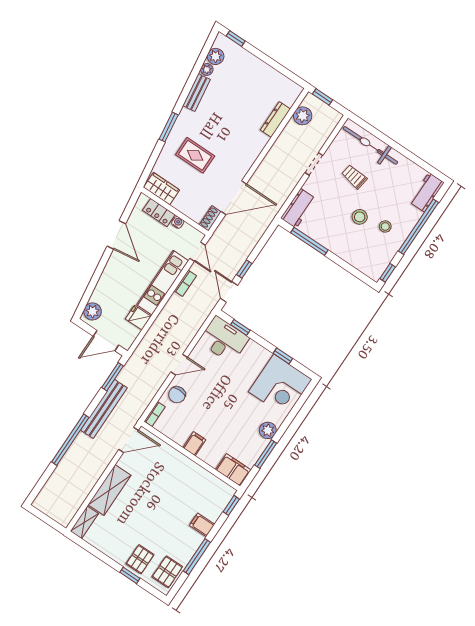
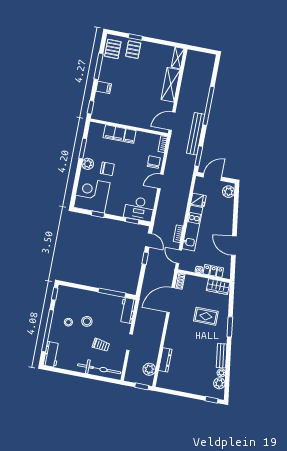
chair: (244, 412) -> (107, 169), added
filing cabinet: (233, 470) -> (114, 133), moved

